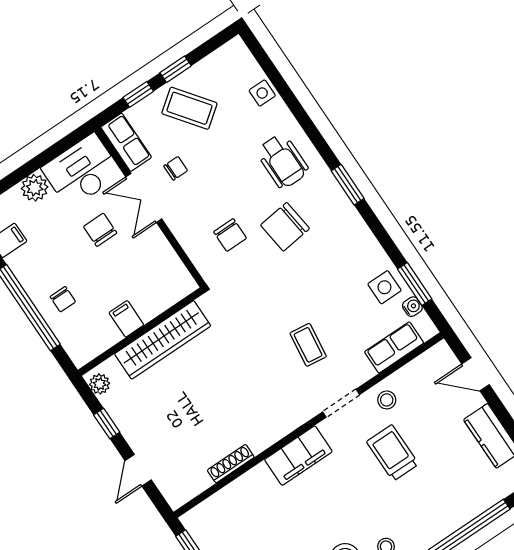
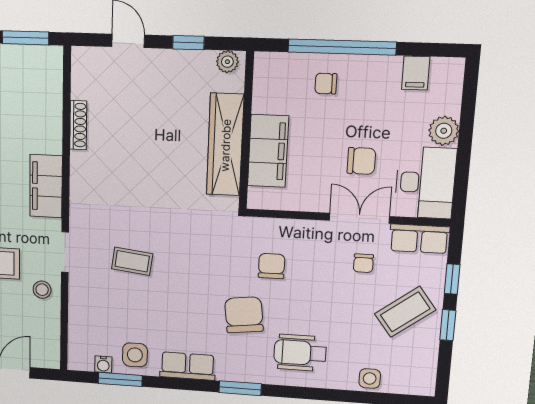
chair: (230, 235) -> (272, 266), turned 90
filing cabinet: (126, 319) -> (268, 151), width x3.00, depth x1.17
row of seats: (394, 347) -> (188, 366), moved, turned -90

